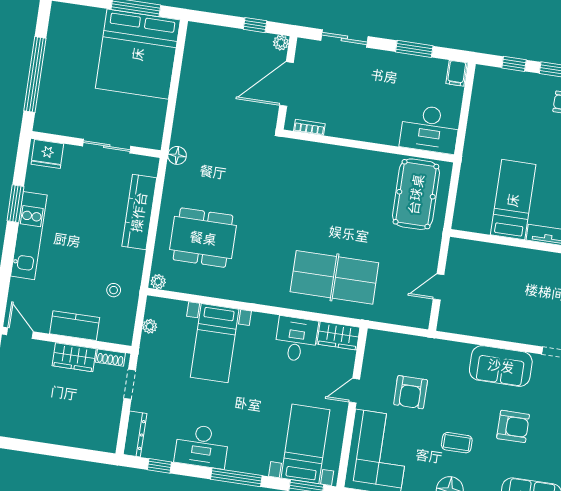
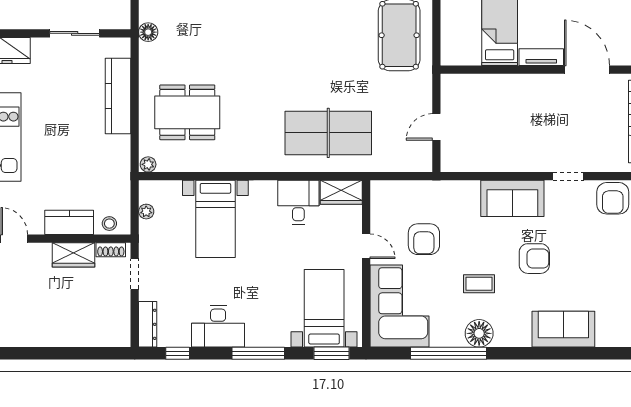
stool: (114, 290) -> (109, 224), moved
door: (354, 391) -> (366, 246), swing flipped

